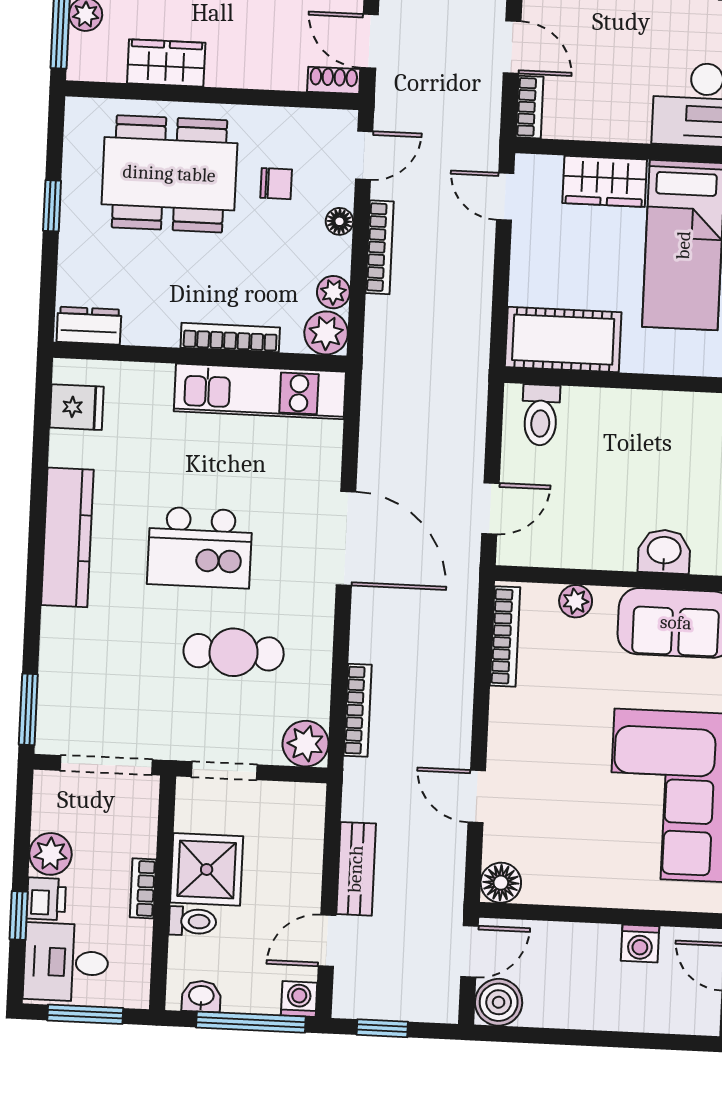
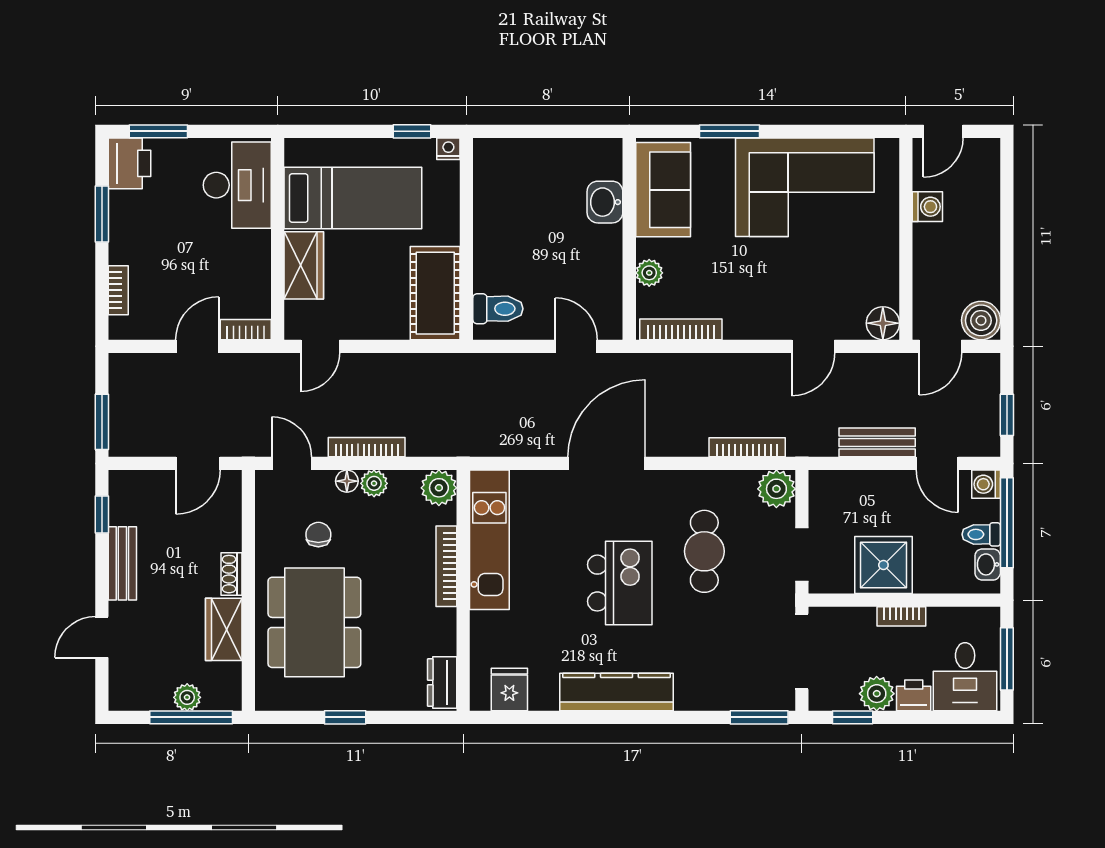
shoe rack: (334, 80) -> (231, 574), moved
plant: (333, 292) -> (374, 483), moved
window: (19, 915) -> (853, 717), moved
toilet: (193, 921) -> (981, 534), moved, turned -90
door: (469, 951) -> (940, 346), swing flipped

